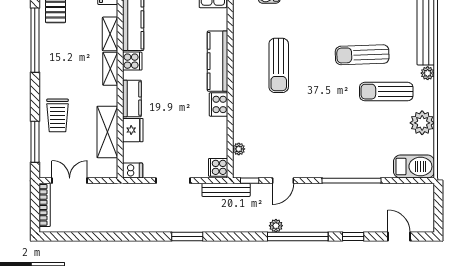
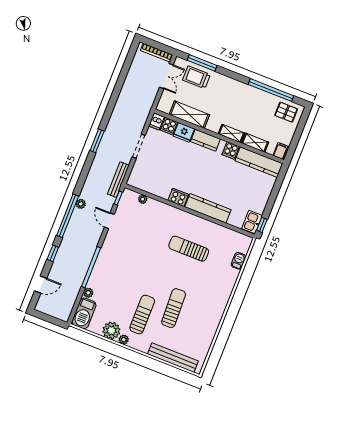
plant: (428, 73) -> (124, 340), moved
trolley: (58, 115) -> (196, 77), moved
cooker: (218, 167) -> (169, 126), moved, turned 180
plant: (386, 171) -> (88, 293), added

